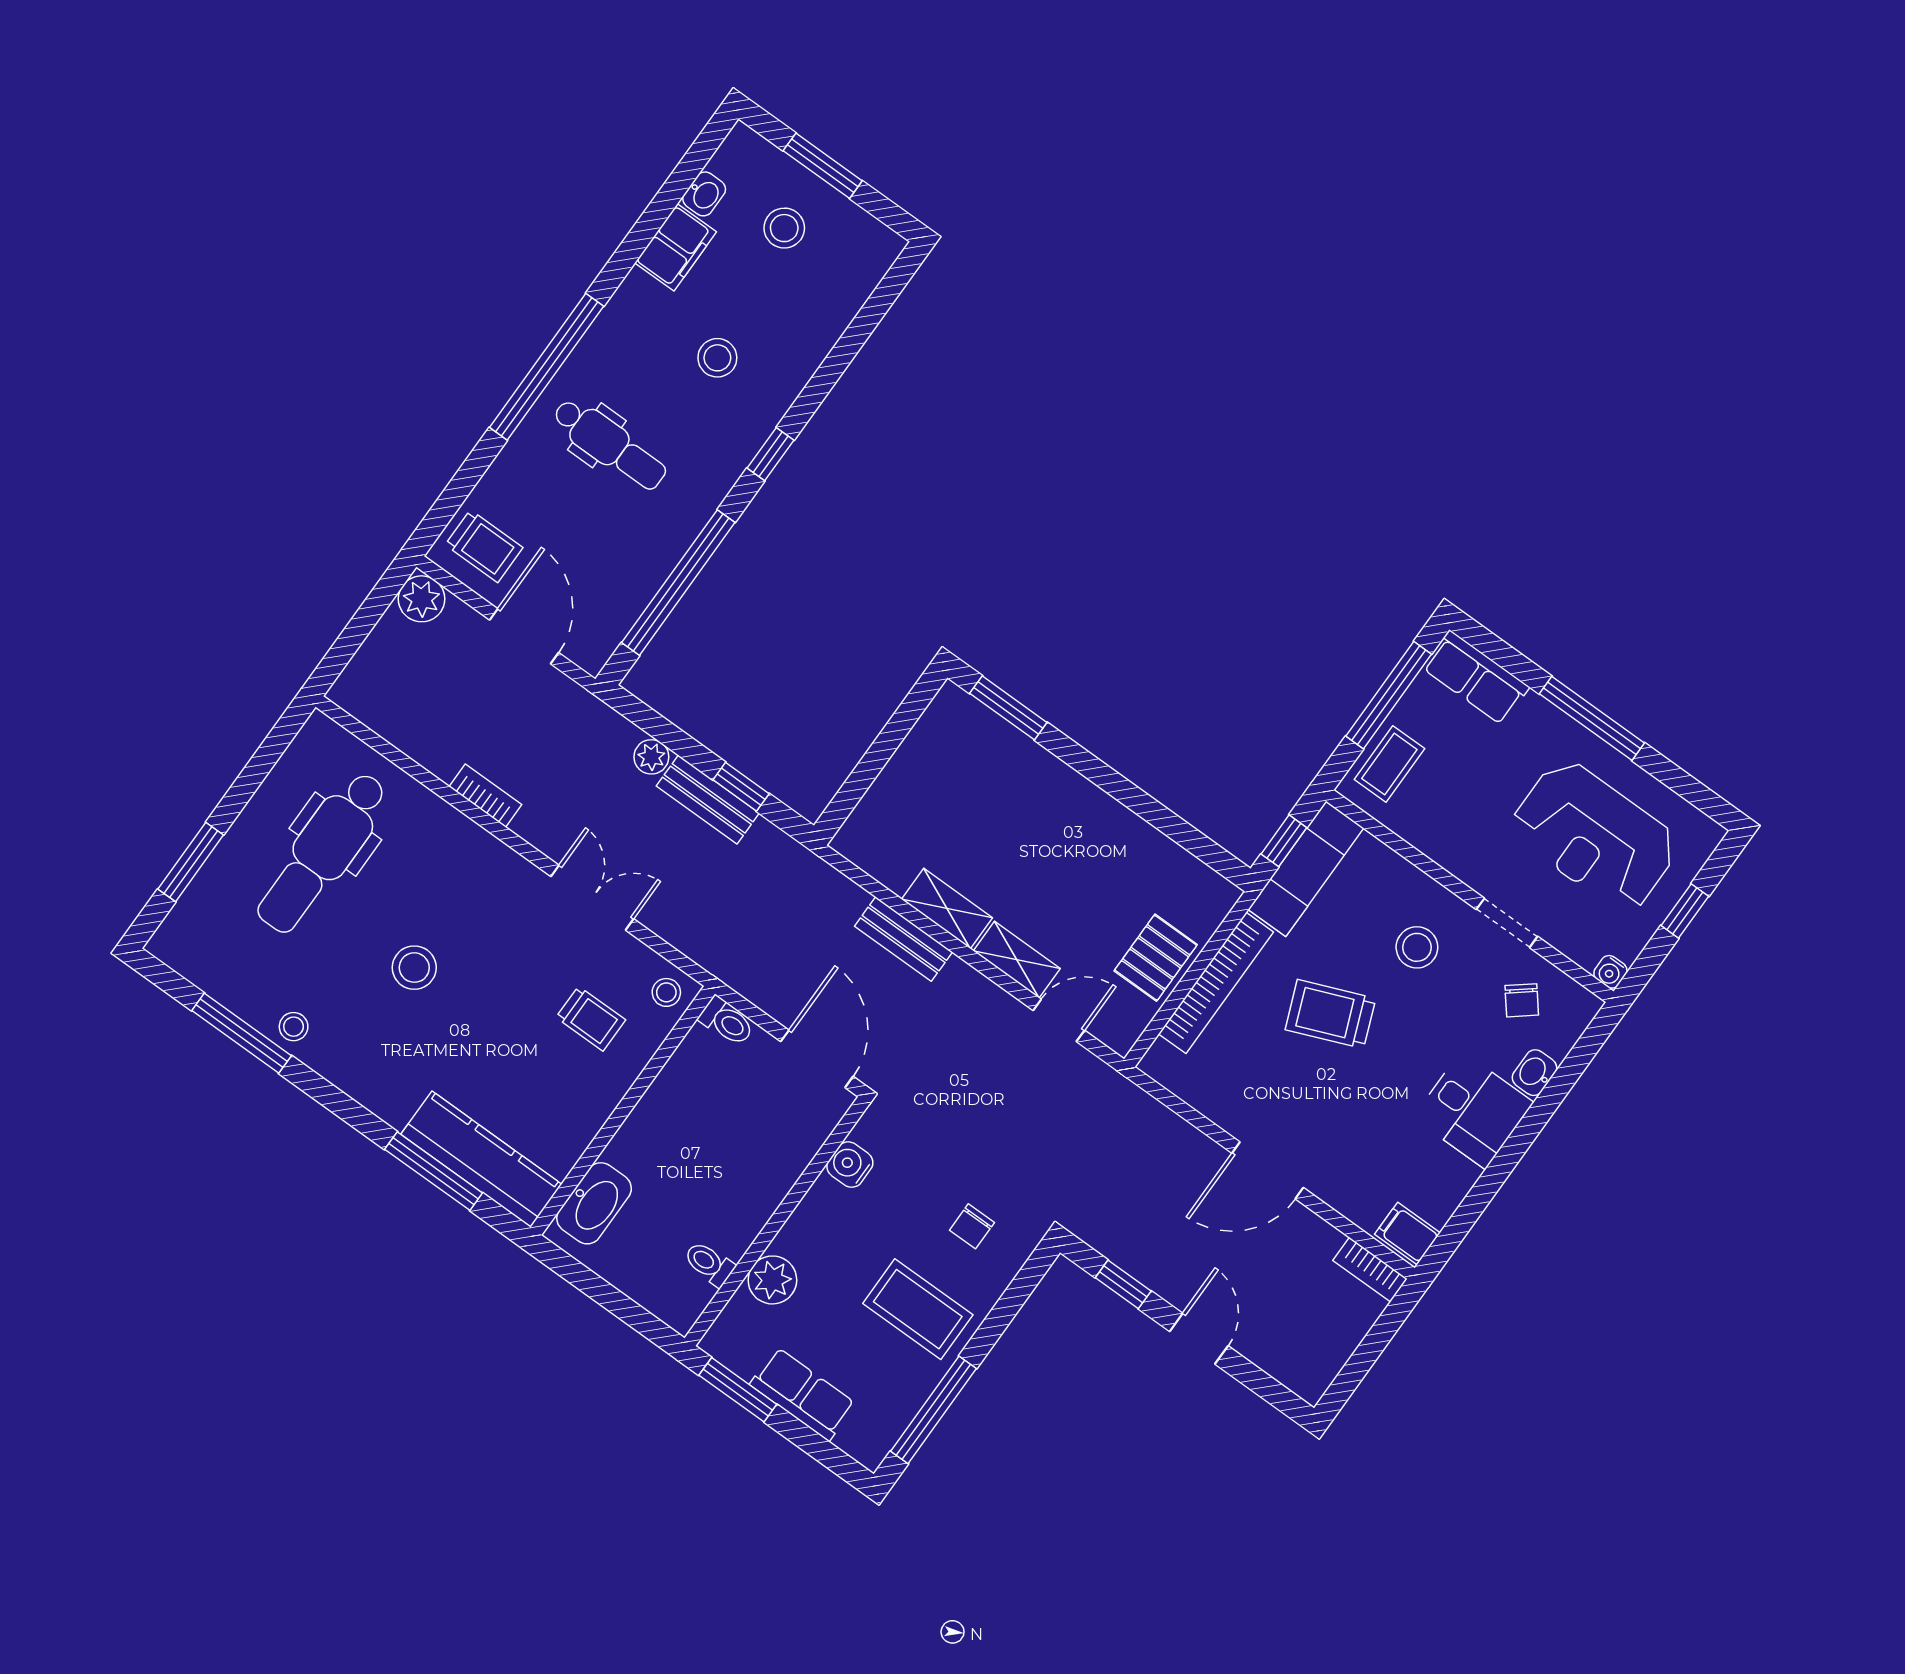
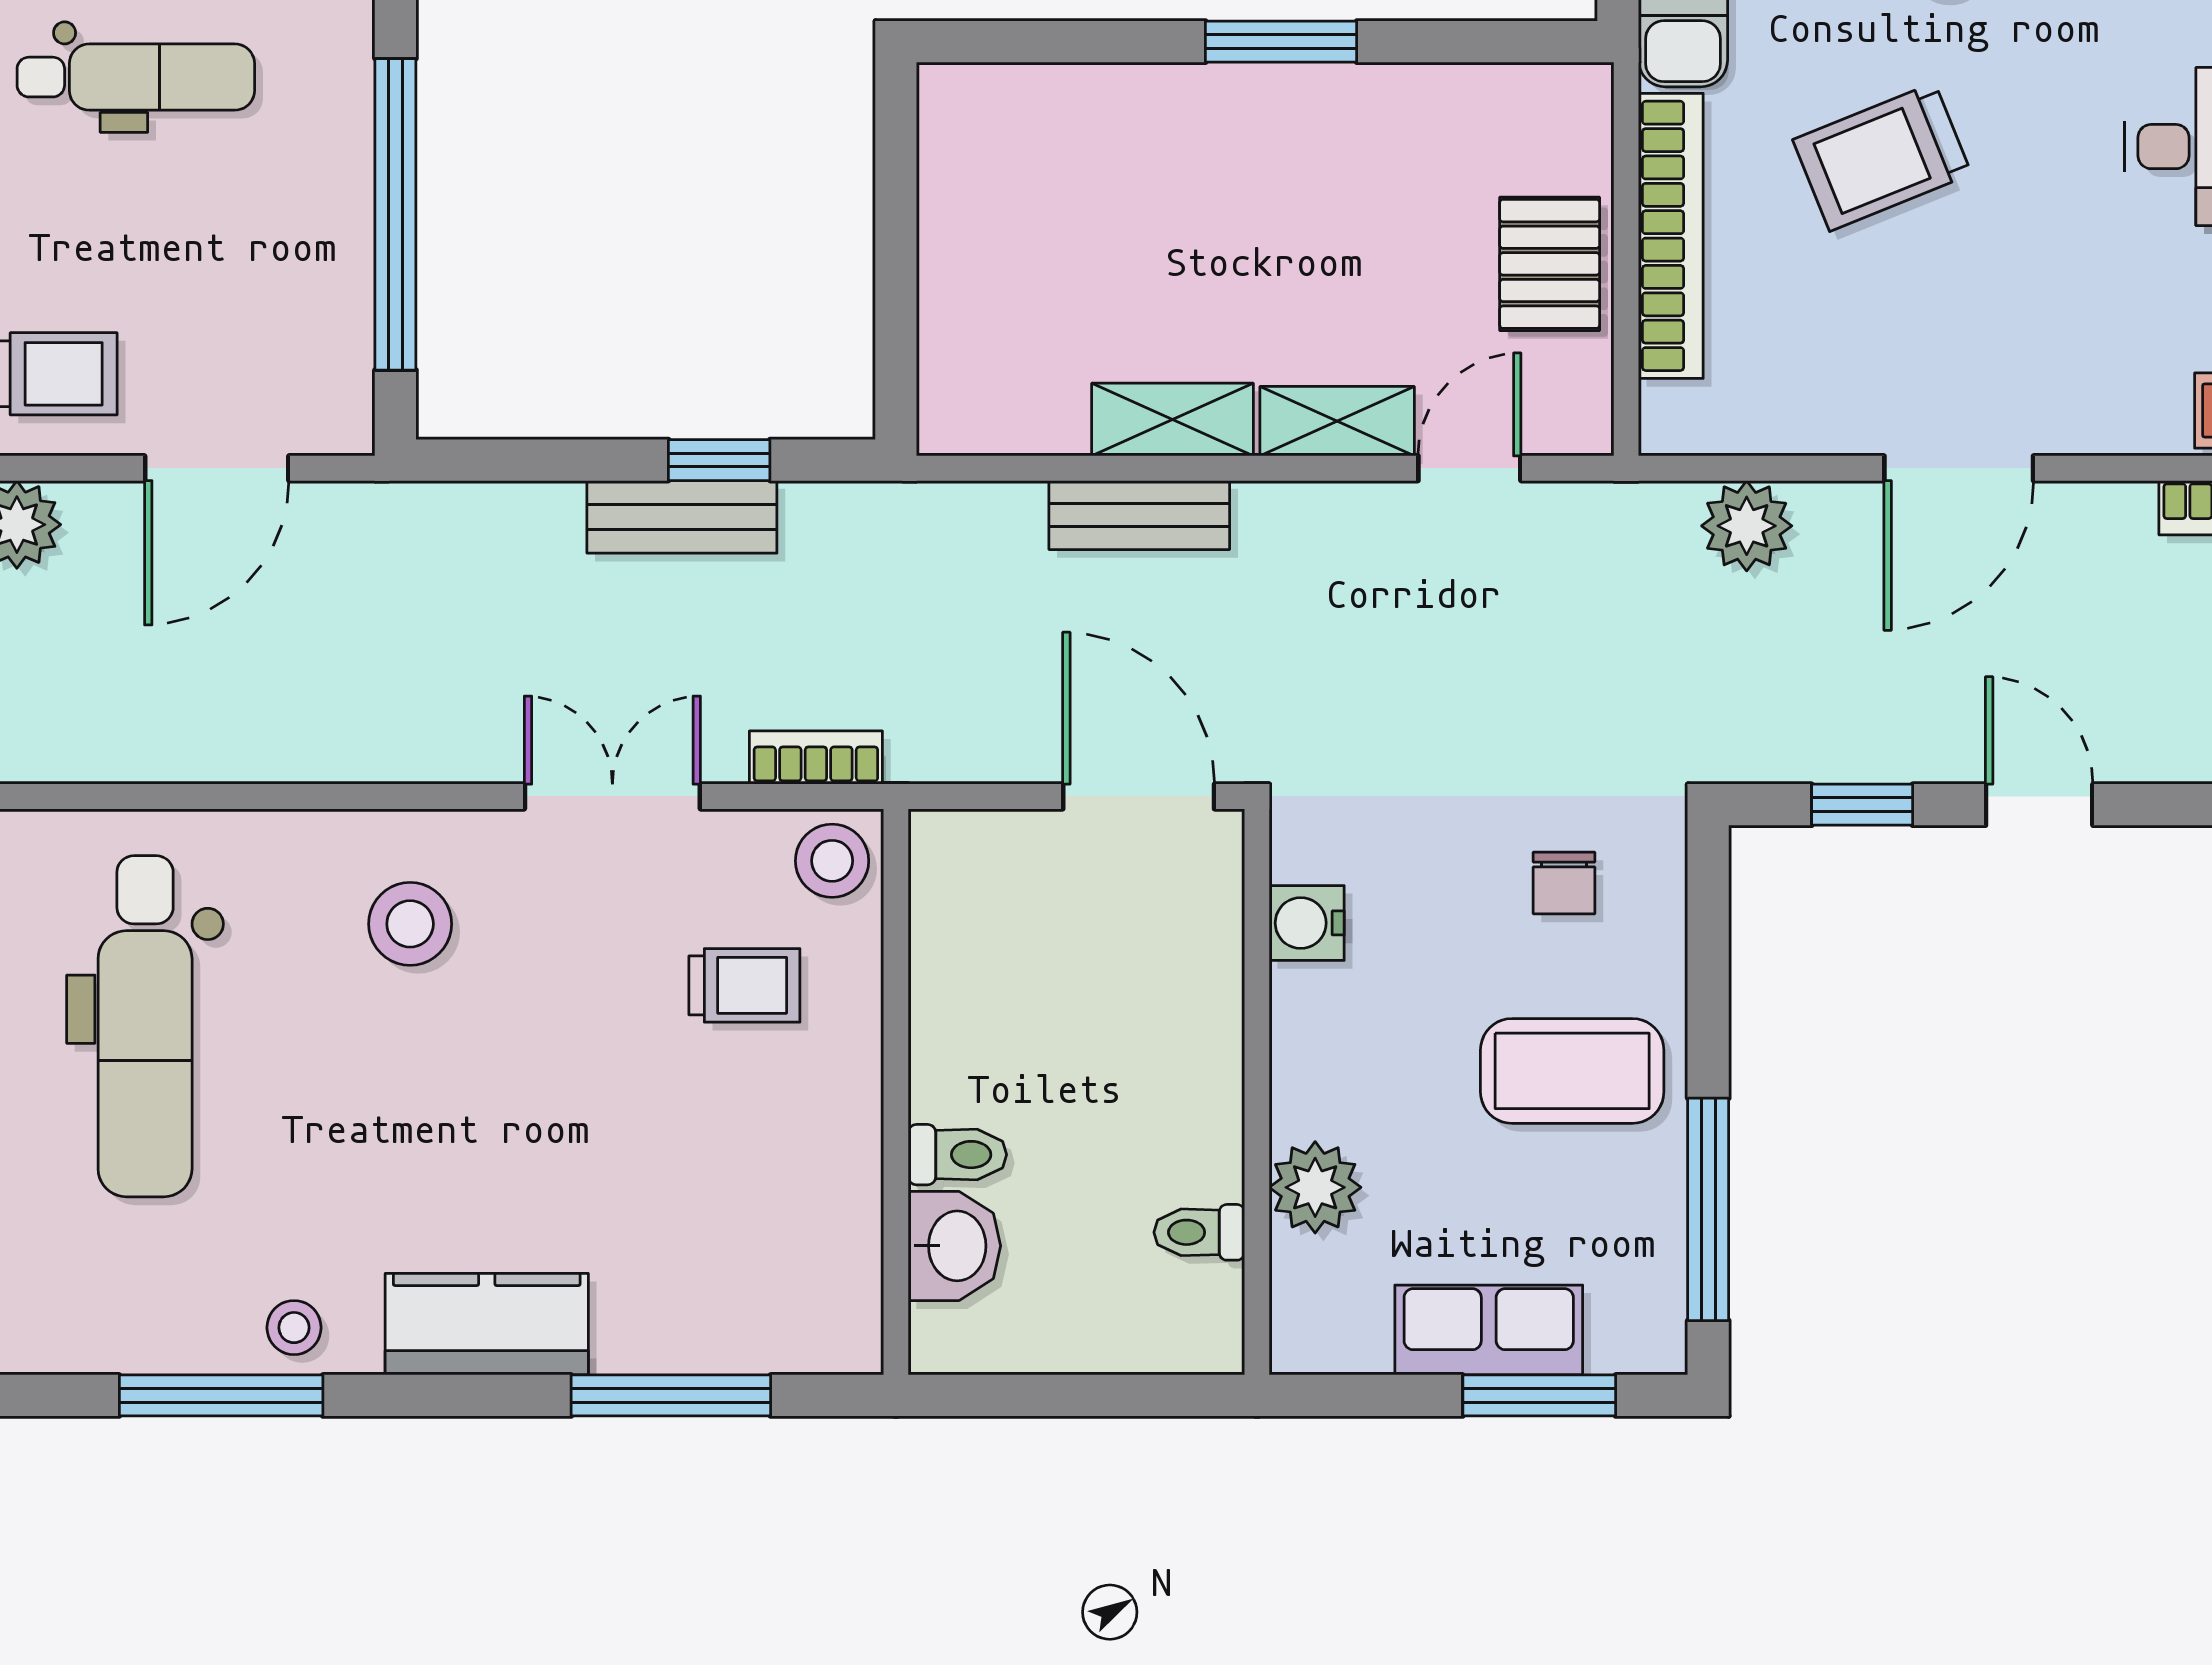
door: (524, 636) -> (217, 468), swing flipped
window: (1008, 708) -> (1281, 42), moved
plant: (651, 757) -> (1747, 526), moved, width x1.38, depth x1.38
bookcase: (485, 796) -> (816, 758), moved
stool: (414, 968) -> (410, 924), moved
stool: (666, 992) -> (832, 861), width x1.37, depth x1.37
toilet: (727, 1022) -> (957, 1155), moved
kitchen counter: (481, 1159) -> (487, 1324), moved, width x0.67
washbasin: (594, 1203) -> (954, 1246), width x0.72
window: (738, 1390) -> (1539, 1395), moved

